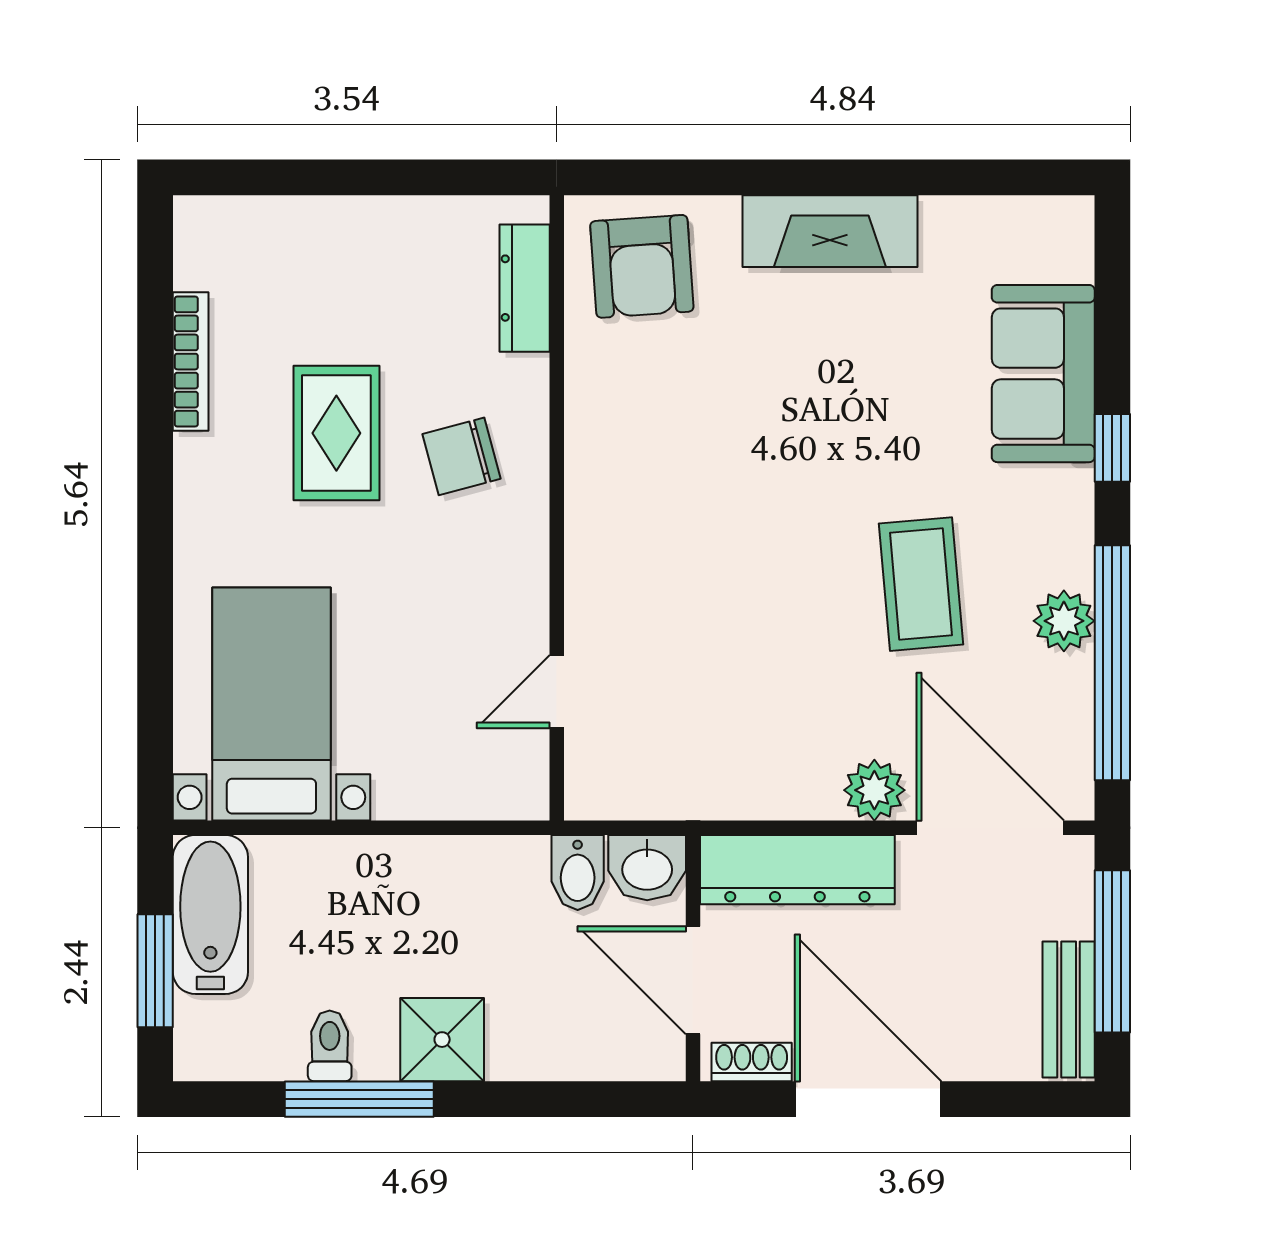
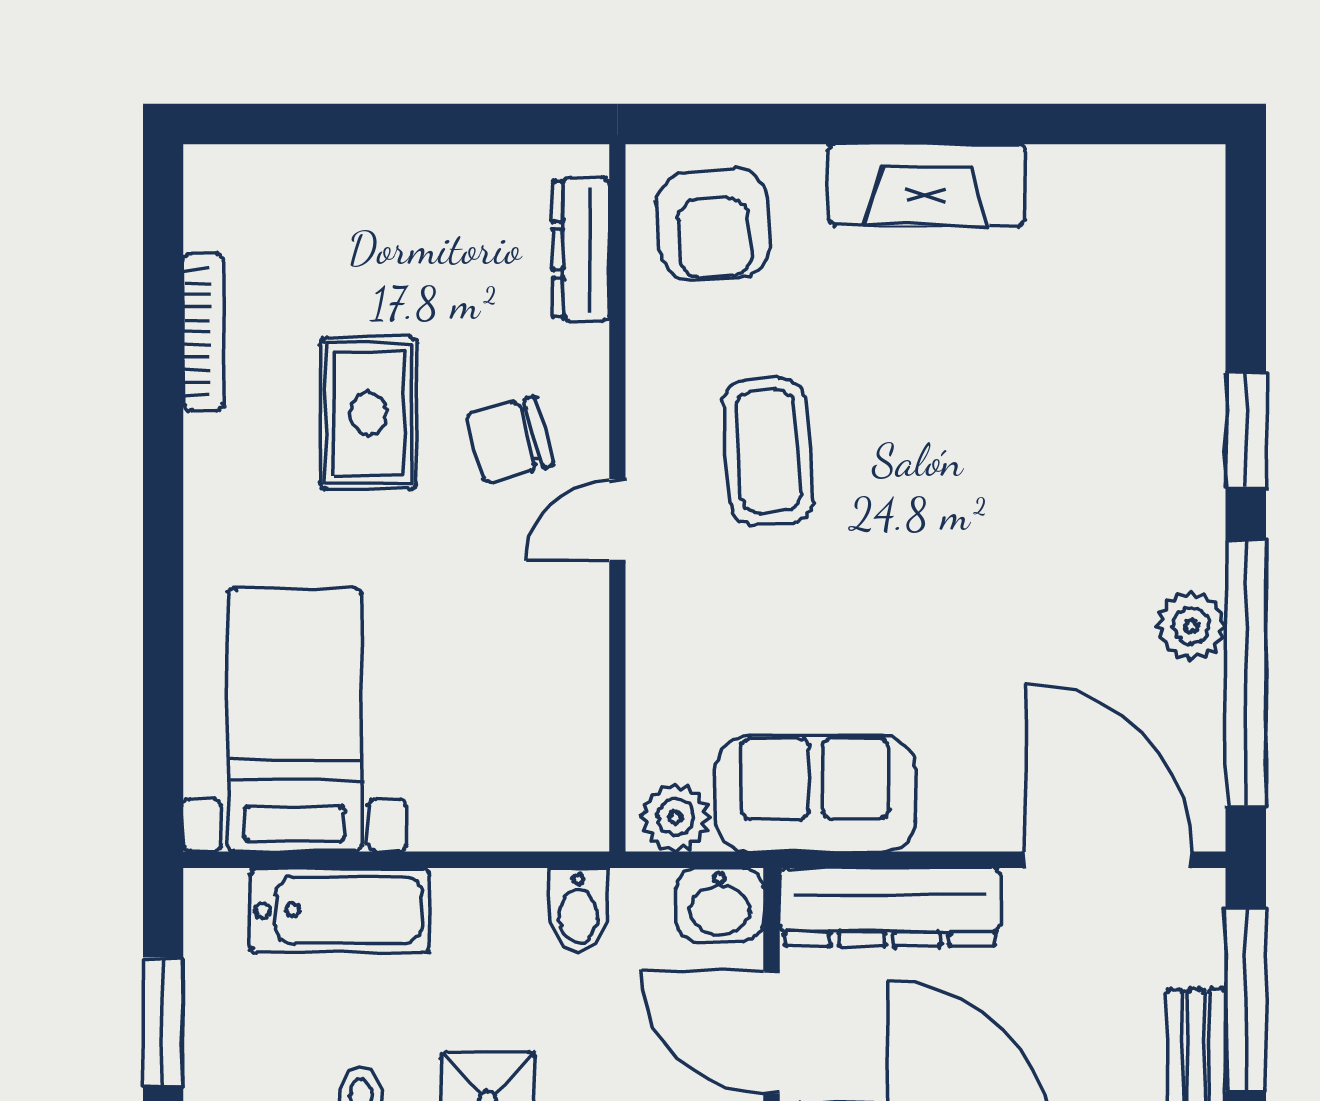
sofa: (1043, 374) -> (816, 794), moved, turned 90
window: (1112, 448) -> (1246, 430), width x1.50
coffee table: (921, 584) -> (768, 452), moved
door: (557, 692) -> (617, 520), moved
plant: (874, 790) -> (675, 817), moved
bidet: (578, 873) -> (578, 910), moved
bathtub: (210, 914) -> (340, 910), moved, turned 90

